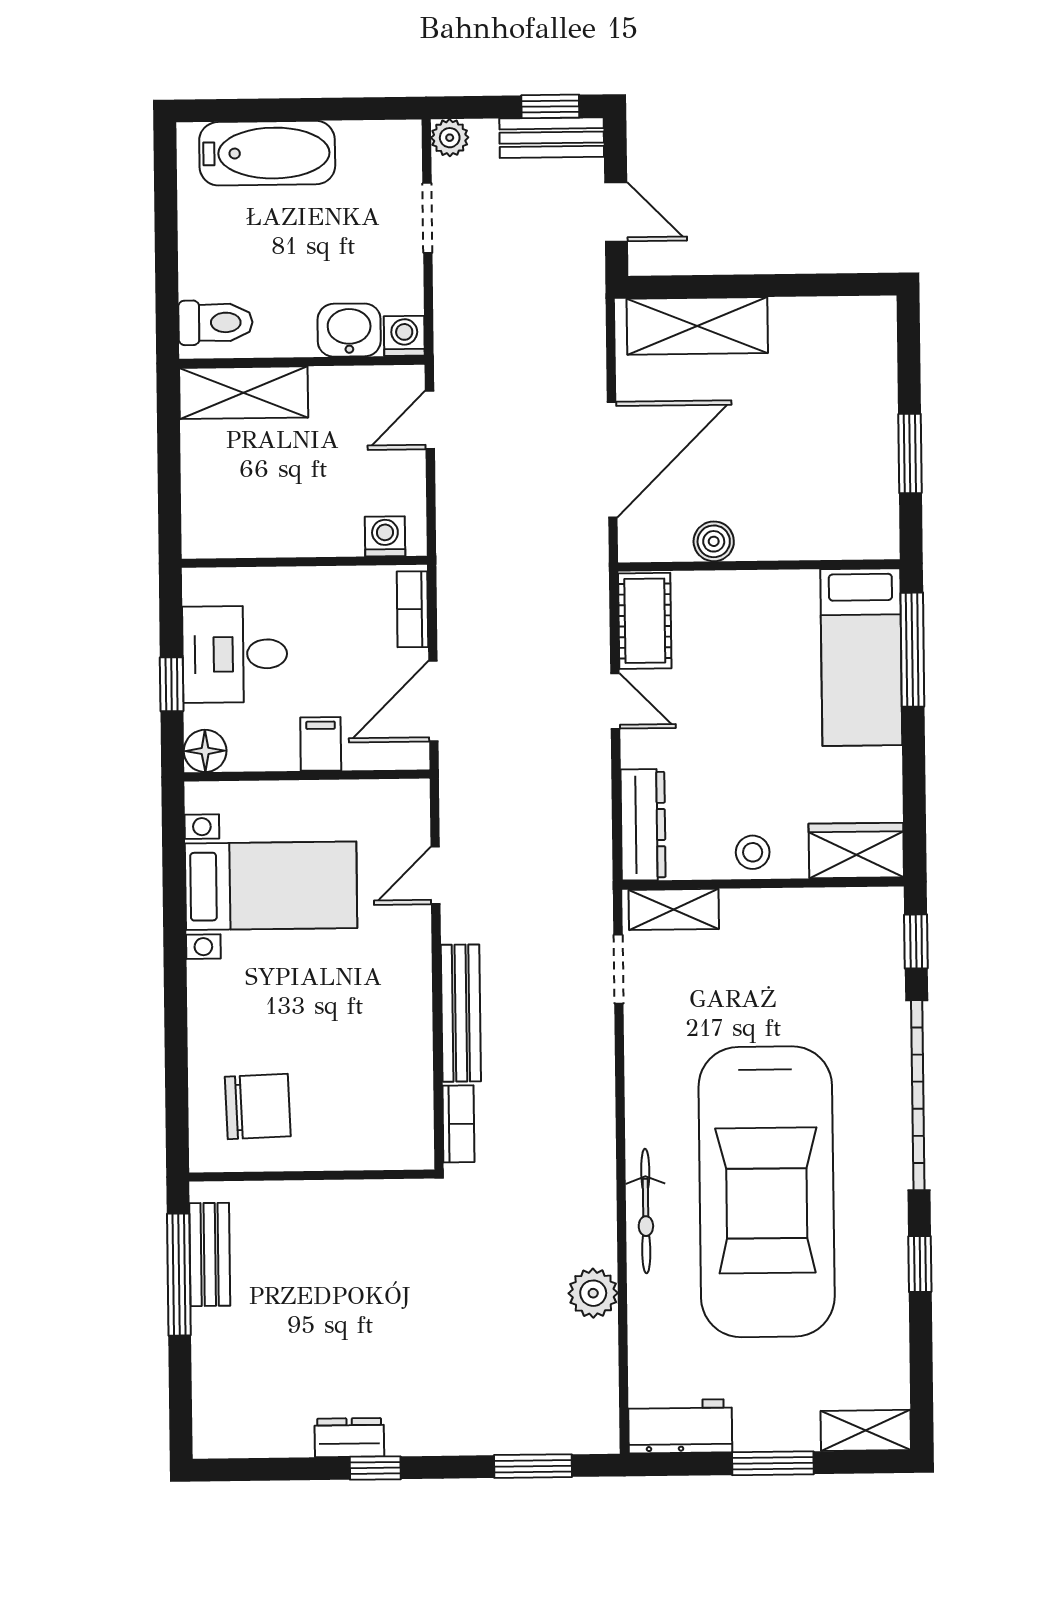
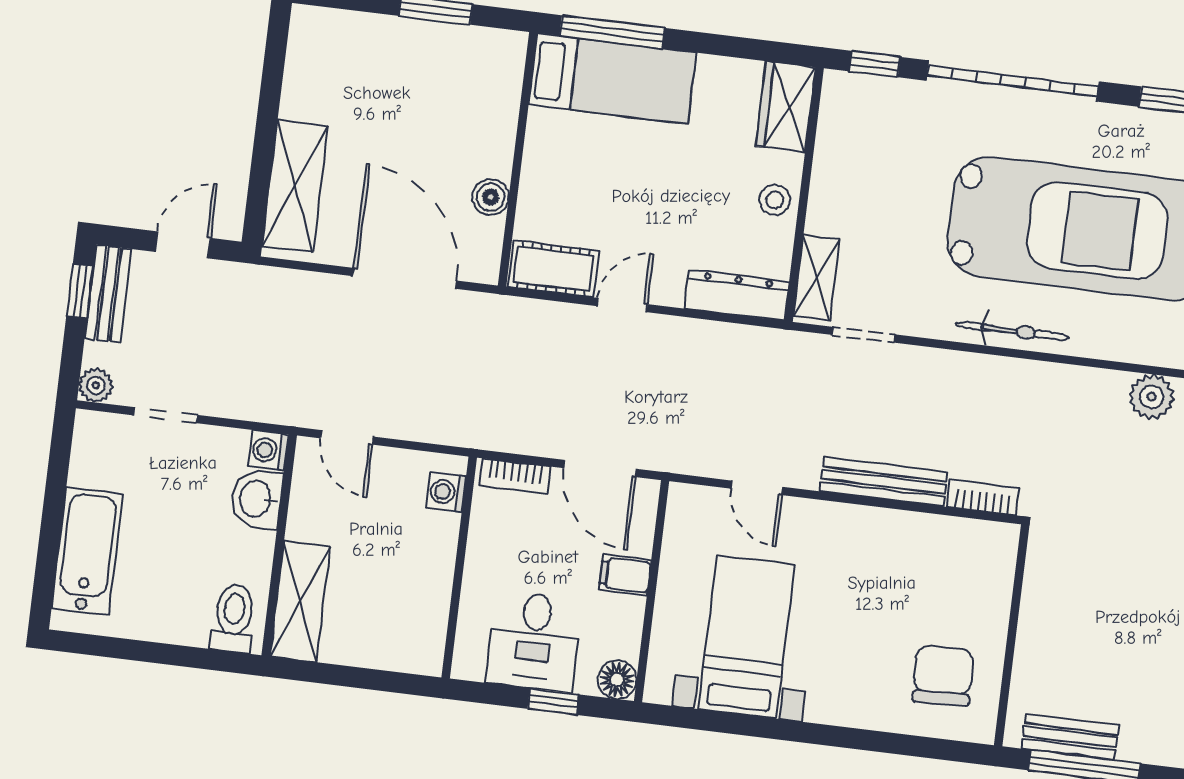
bicycle: (646, 1211) -> (1012, 331), moved

